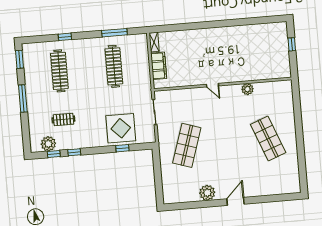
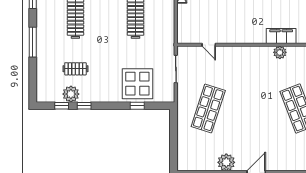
filing cabinet: (159, 66) -> (281, 36), moved, turned -90
door: (213, 85) -> (209, 45), moved
plant: (48, 144) -> (71, 94), moved

